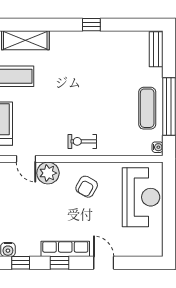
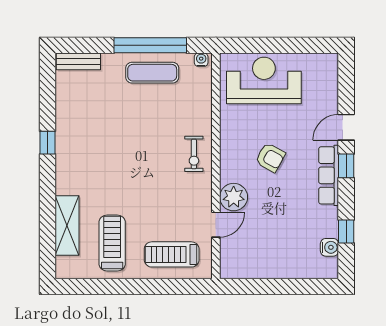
armchair: (87, 187) -> (270, 157), moved
window: (60, 263) -> (346, 166), moved

